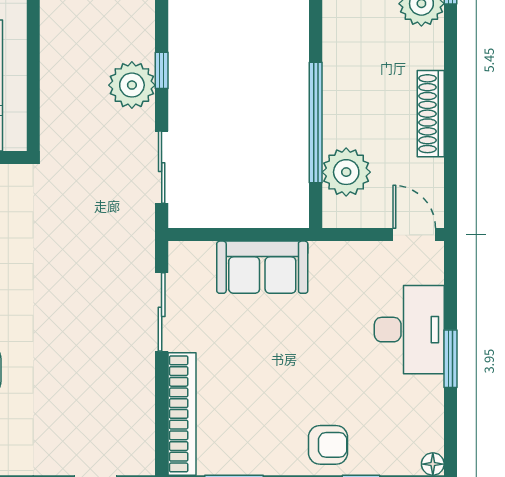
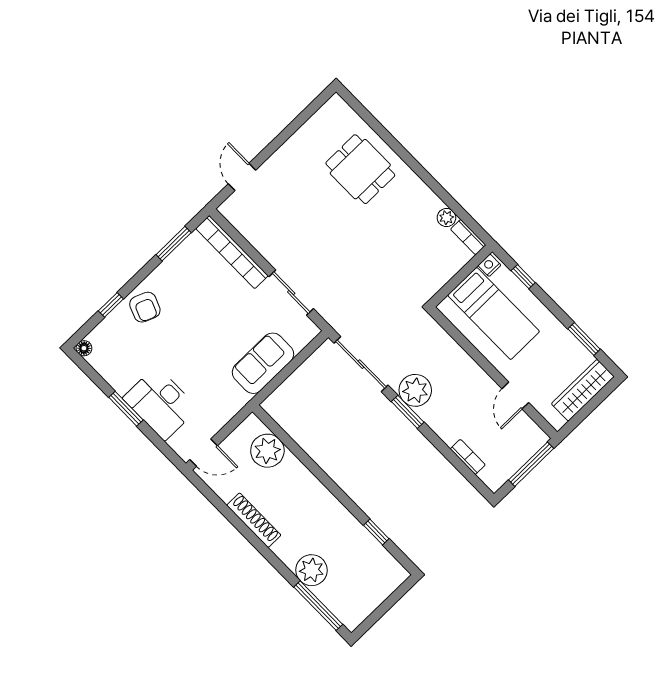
window: (162, 70) -> (408, 412), width x1.50
window: (316, 122) -> (306, 460), removed
sliding door: (162, 167) -> (361, 364), width x1.37
armchair: (328, 445) -> (145, 307), turned -68

